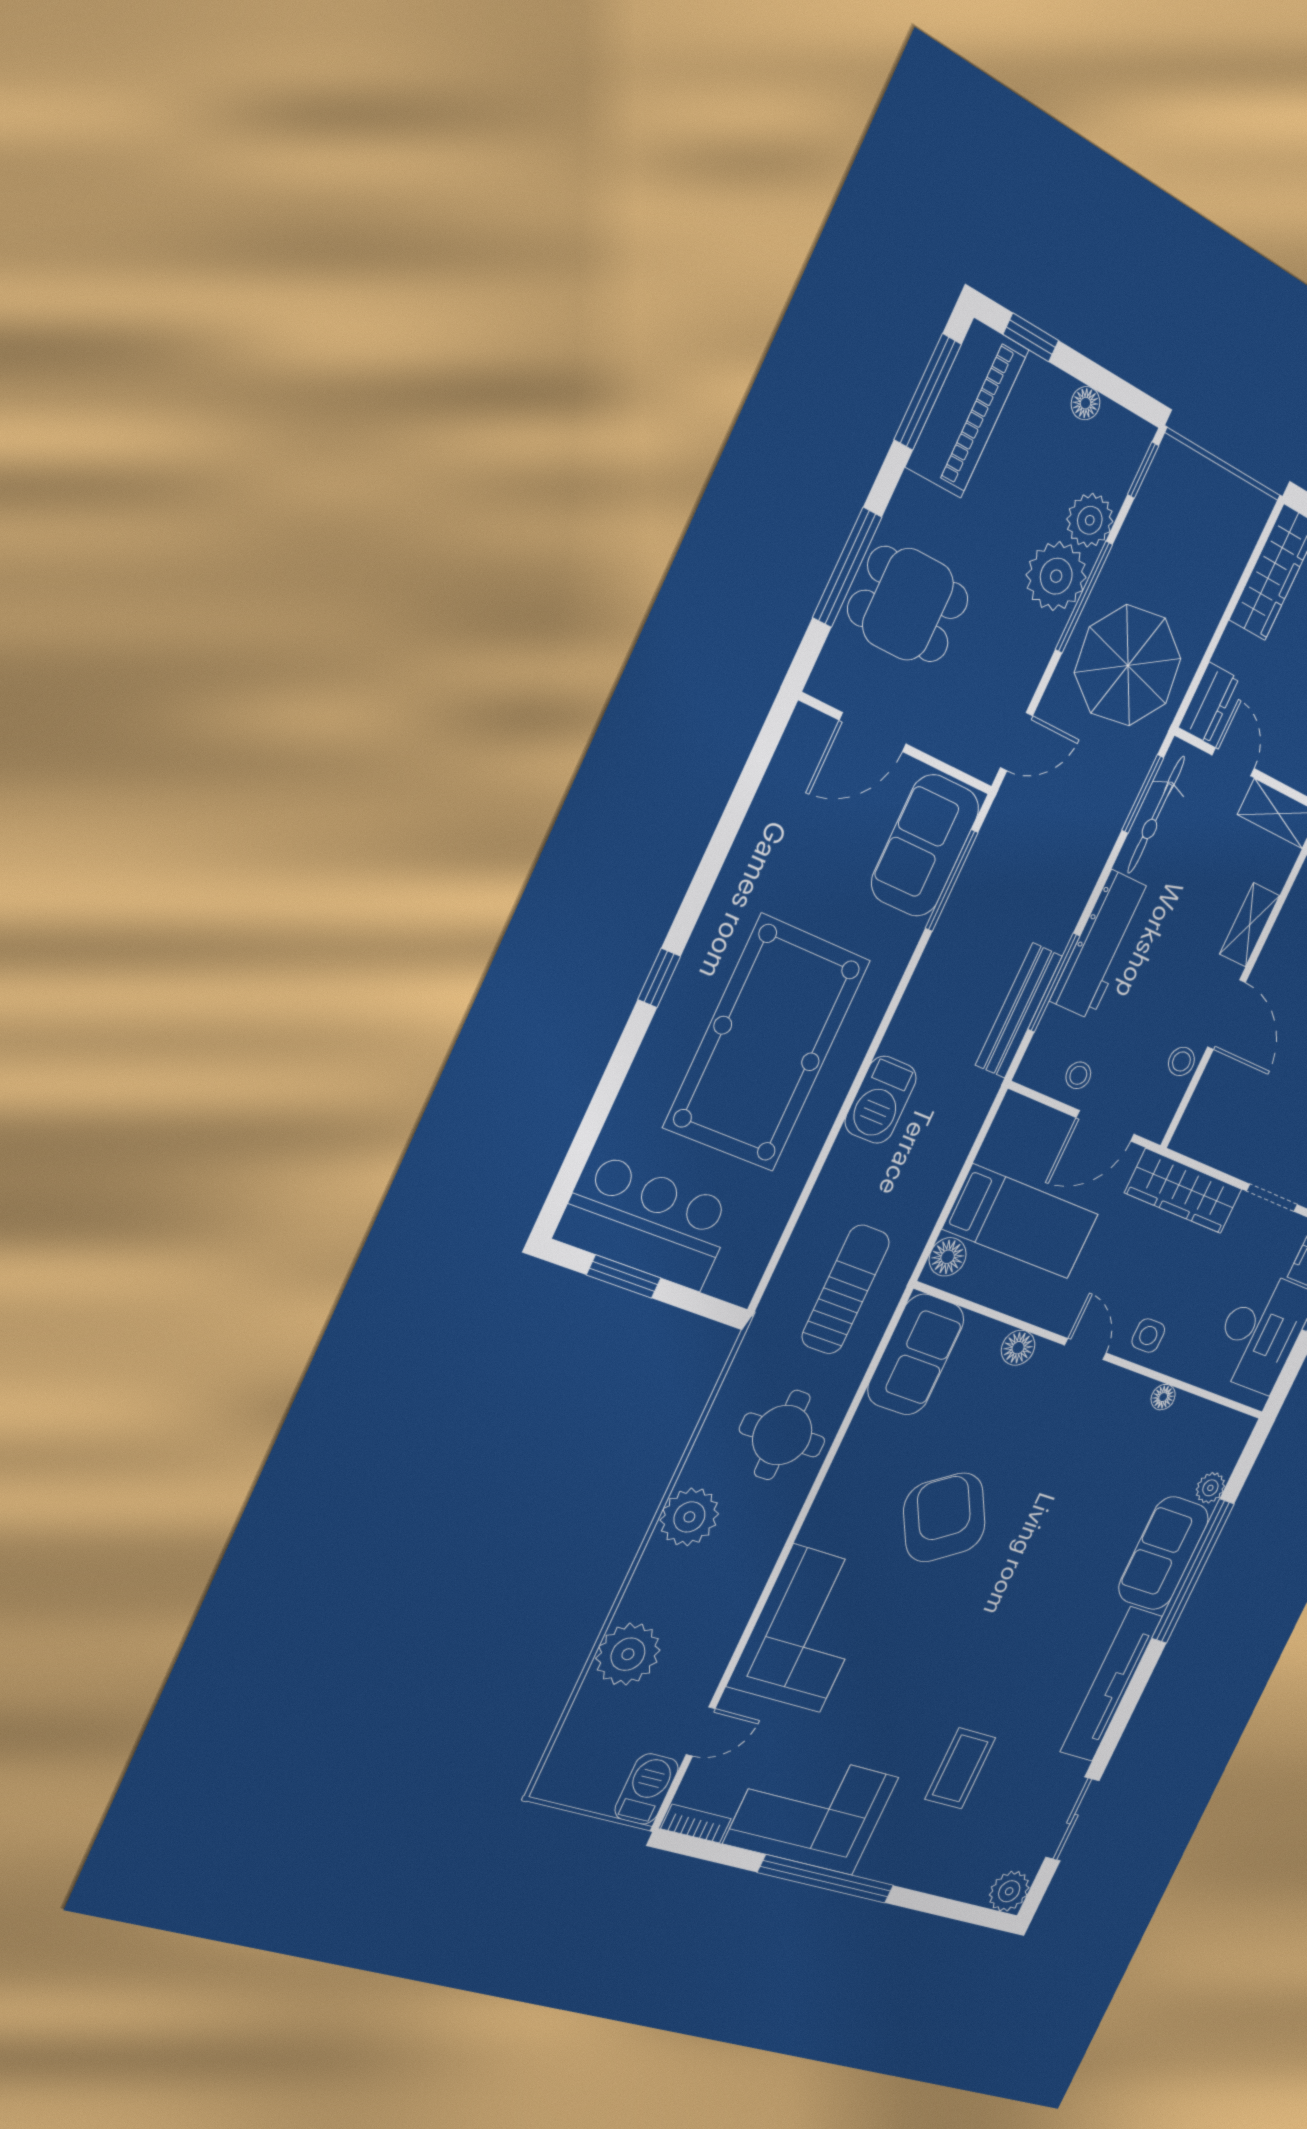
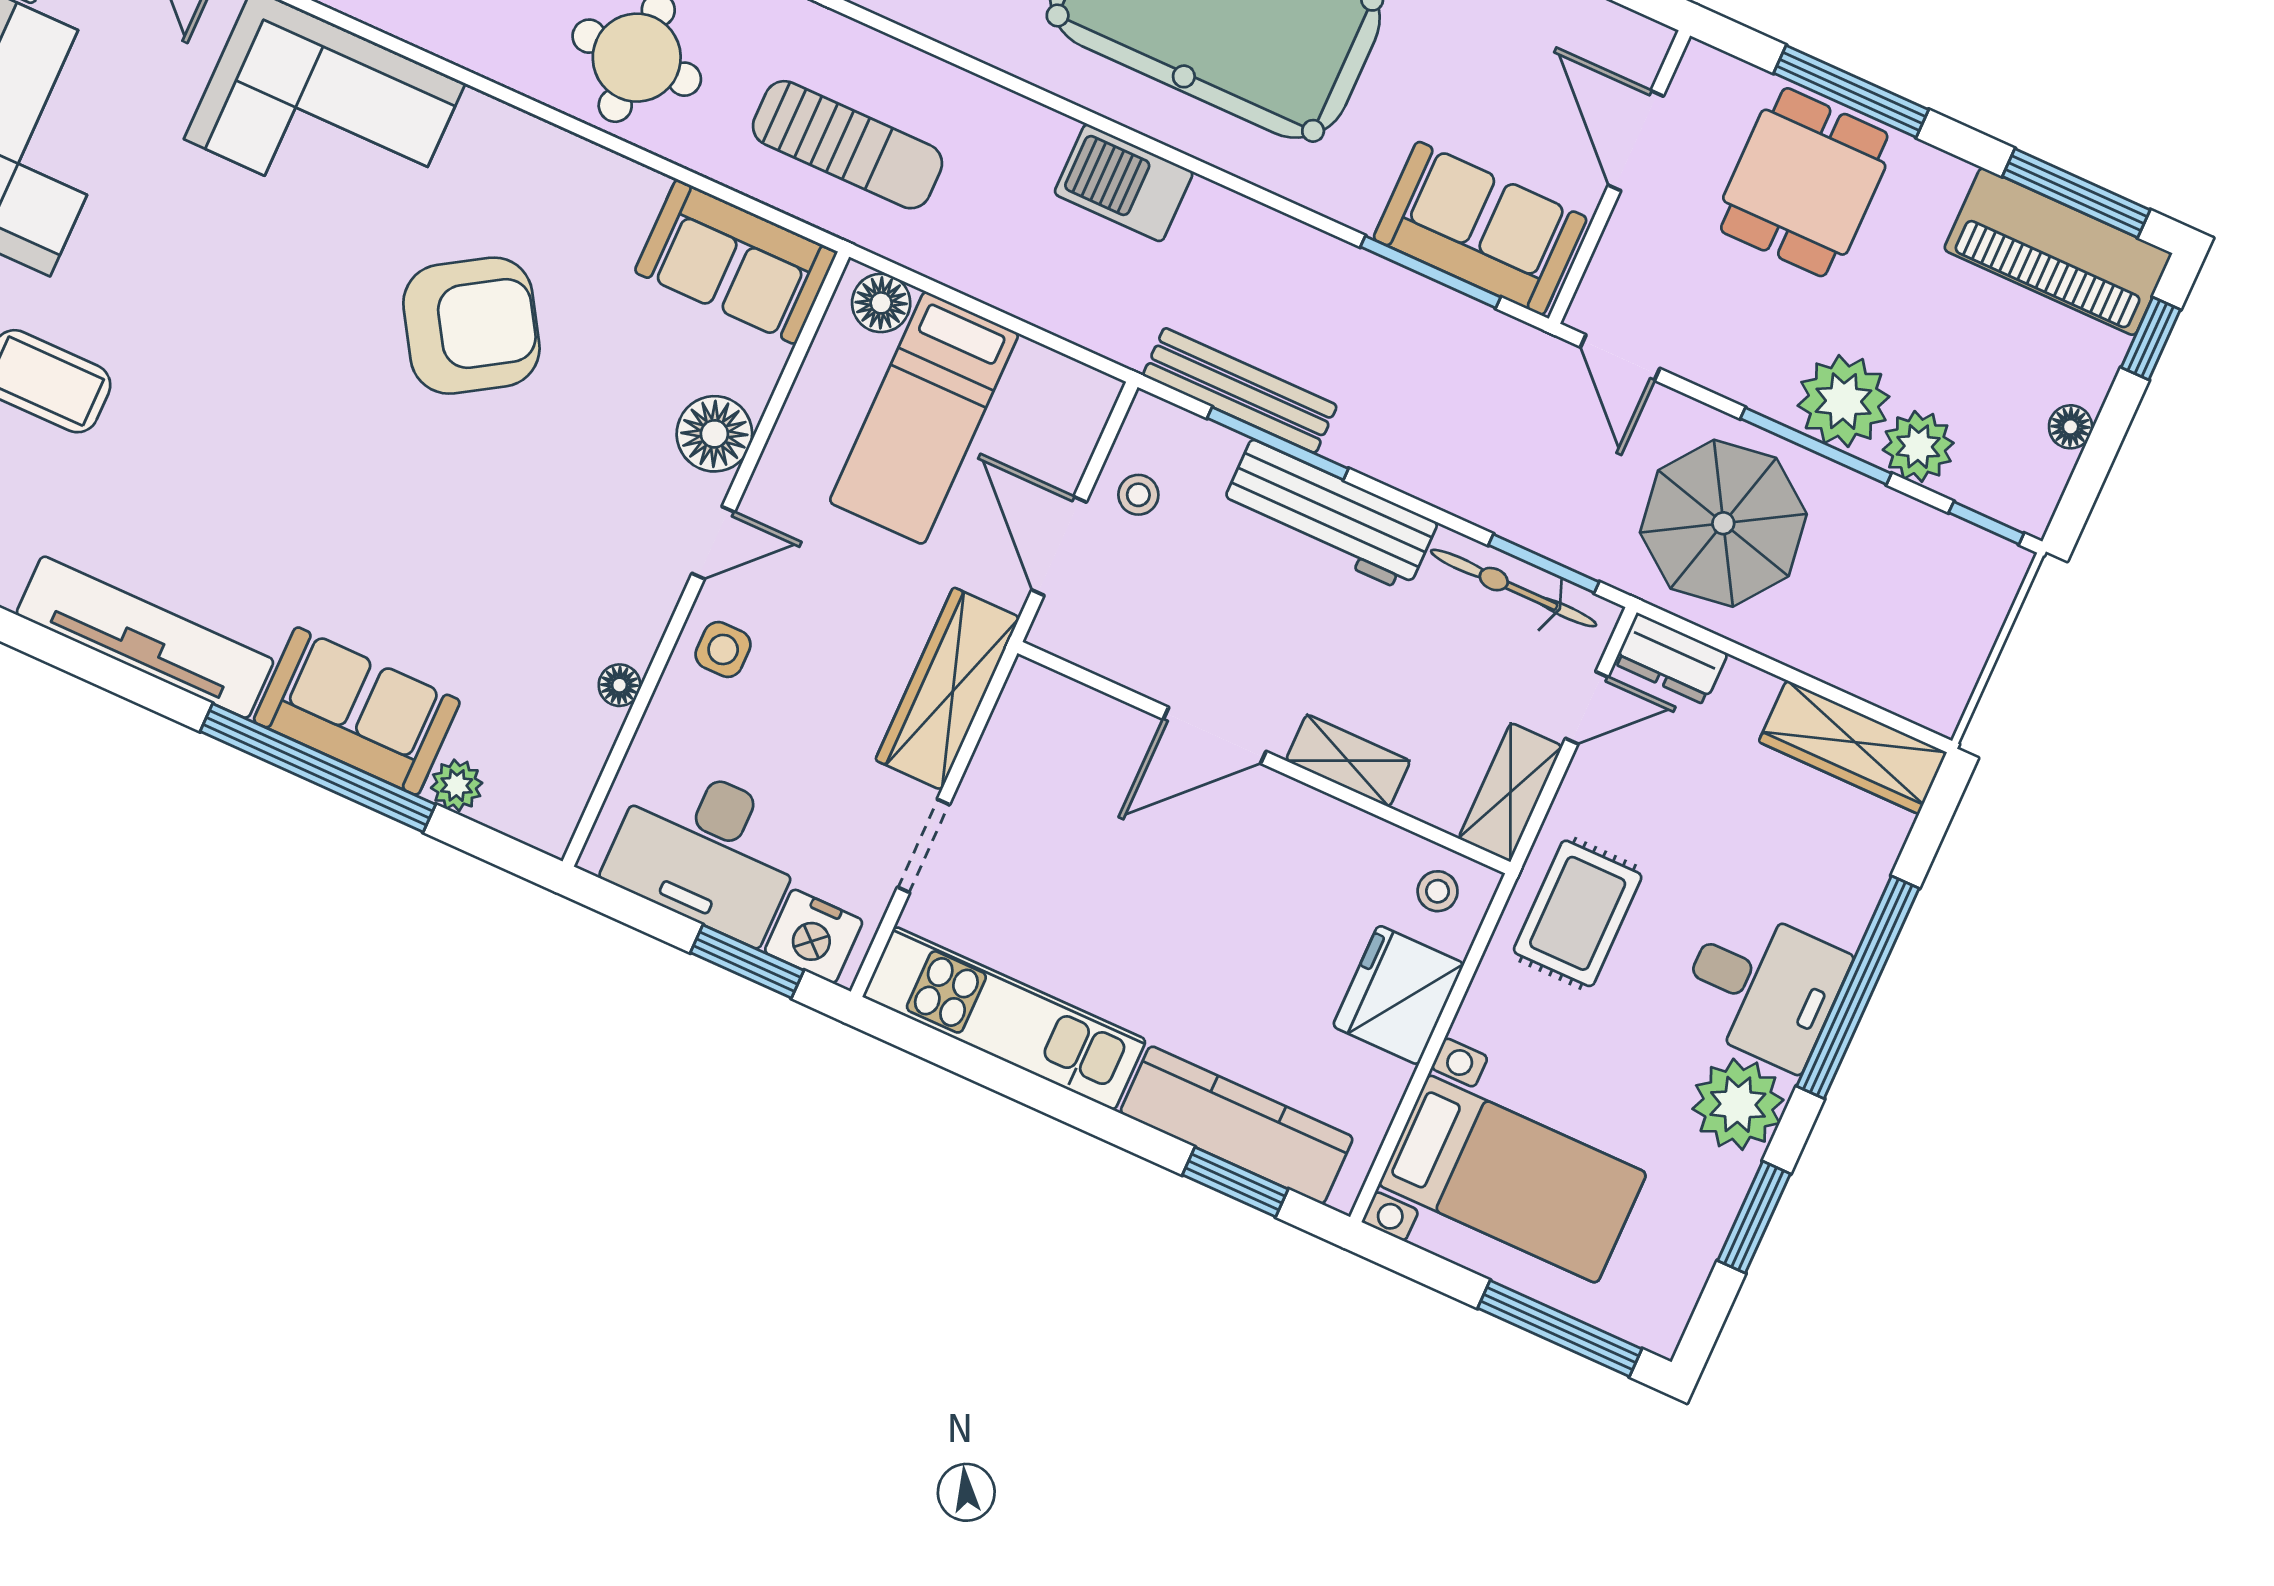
stool: (1181, 1061) -> (1148, 665), removed
floor lamp: (1018, 1348) -> (714, 434), width x1.38, depth x1.38

